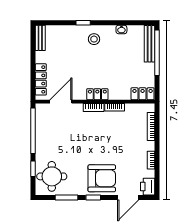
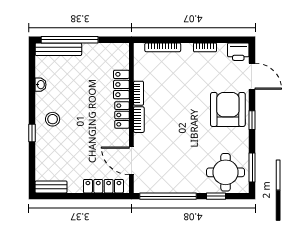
locker: (143, 94) -> (121, 84), moved
window: (67, 197) -> (252, 167), moved

